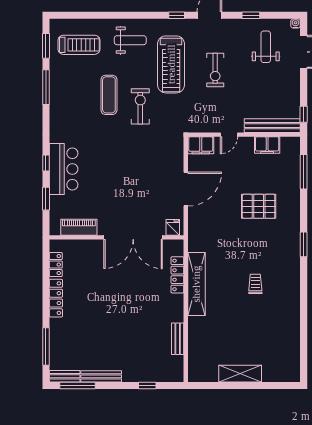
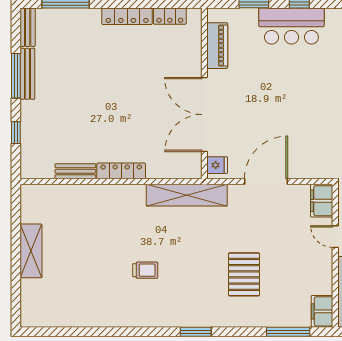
filing cabinet: (267, 145) -> (322, 311), moved
door: (186, 189) -> (266, 182), swing flipped
locker: (177, 275) -> (121, 171), moved
shelving: (196, 284) -> (187, 195), moved
window: (77, 385) -> (16, 76), moved

